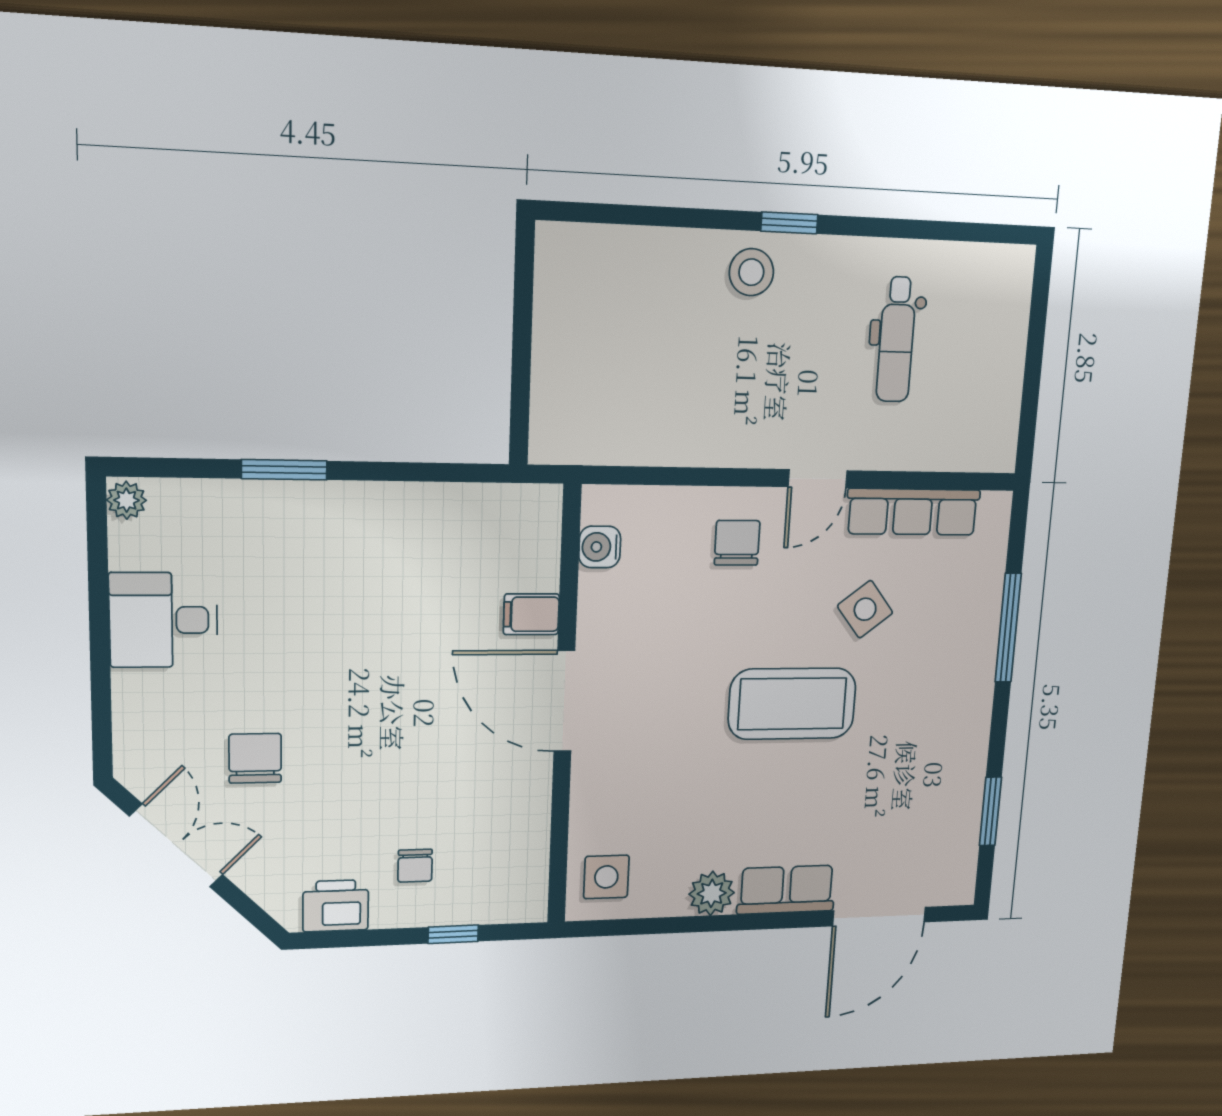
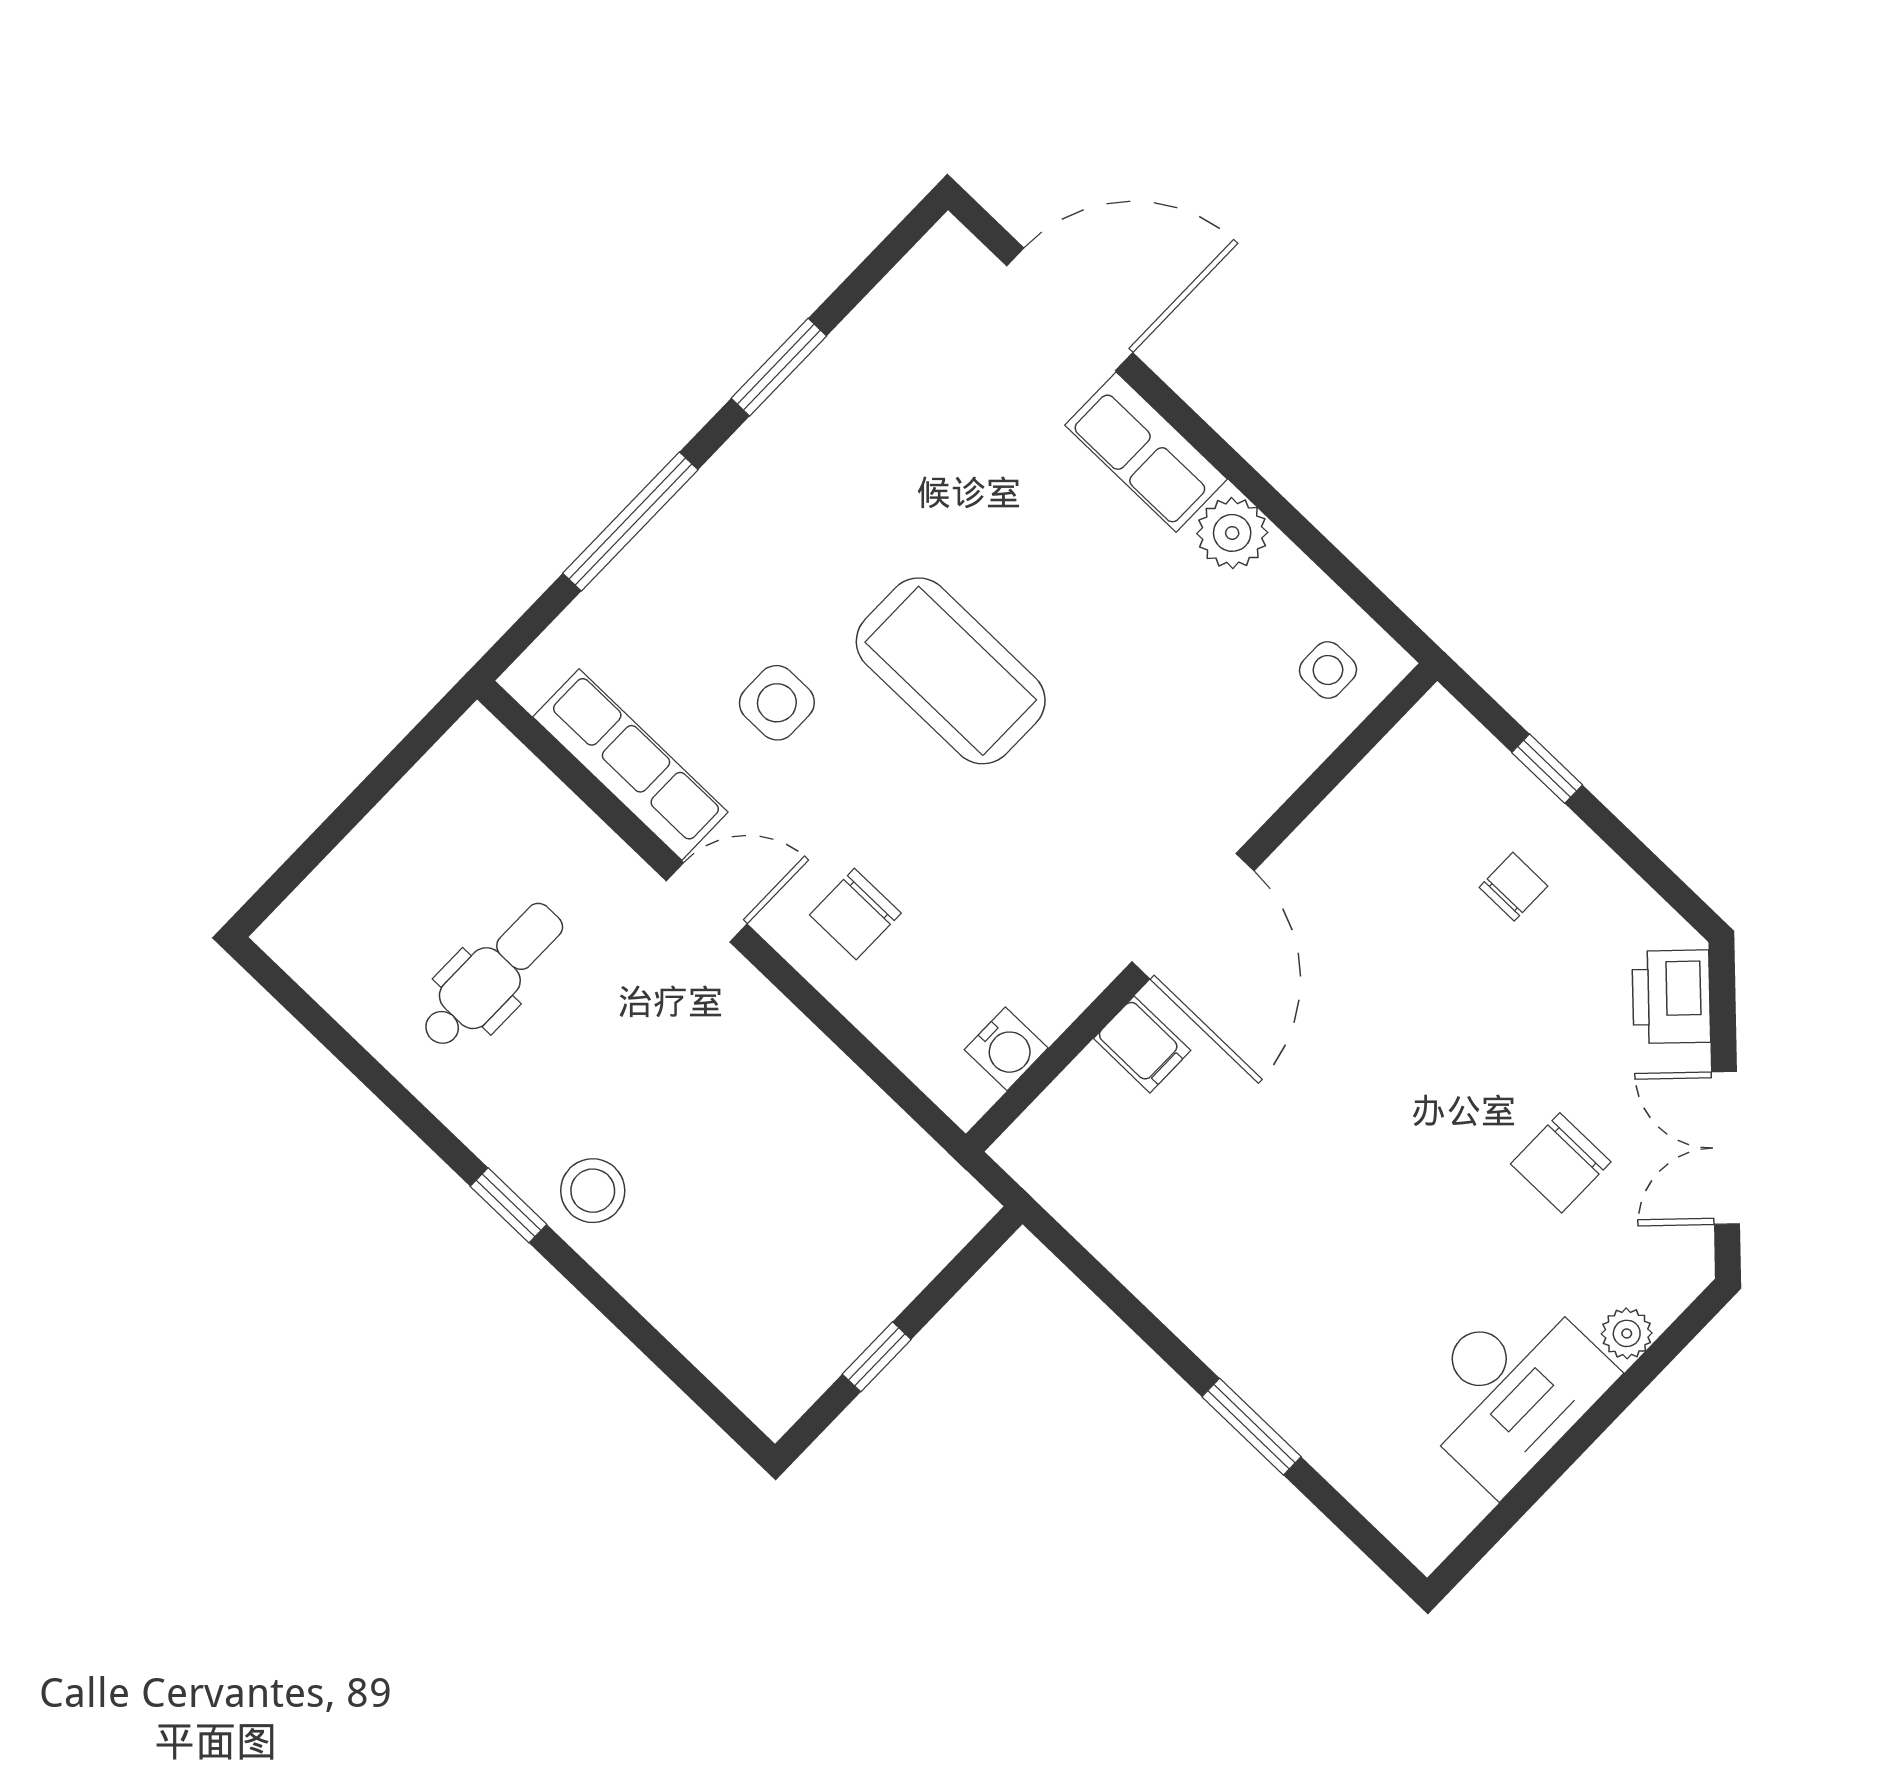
window: (523, 320) -> (877, 1357), added
plant: (126, 500) -> (1627, 1333), moved
side table: (865, 609) -> (777, 703), turned 38
desk: (163, 620) -> (1511, 1389), width x1.37
window: (990, 811) -> (779, 367), moved
side table: (606, 877) -> (1328, 670), width x0.73, depth x0.73
printer: (336, 906) -> (1671, 997), moved, turned 45

